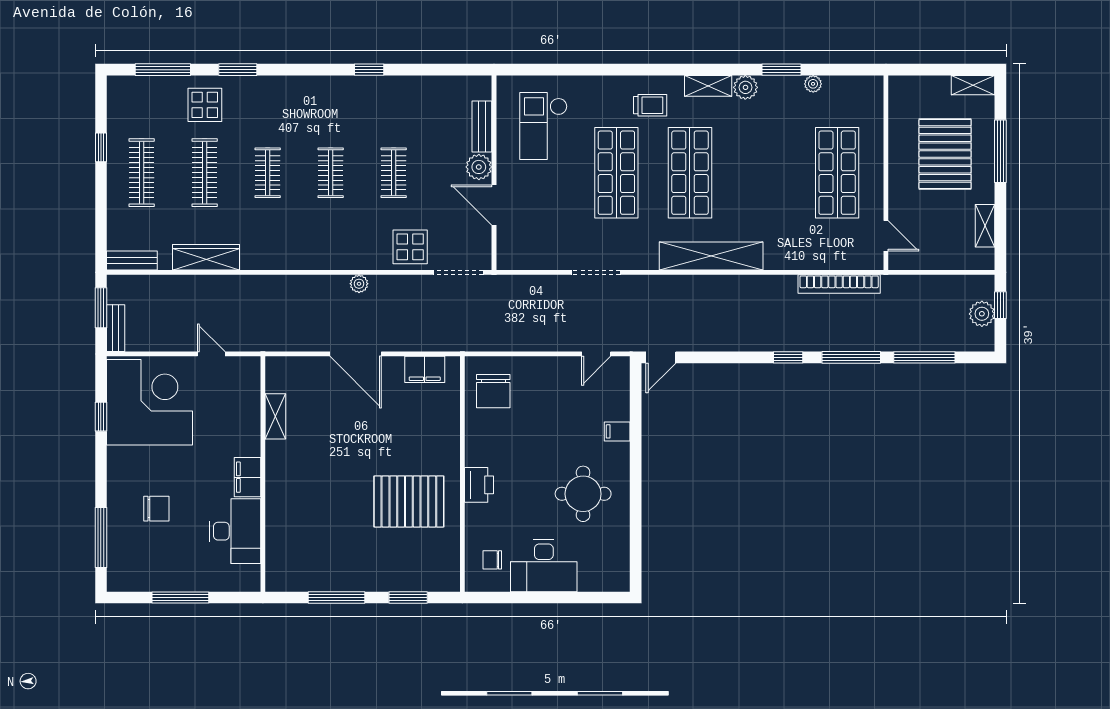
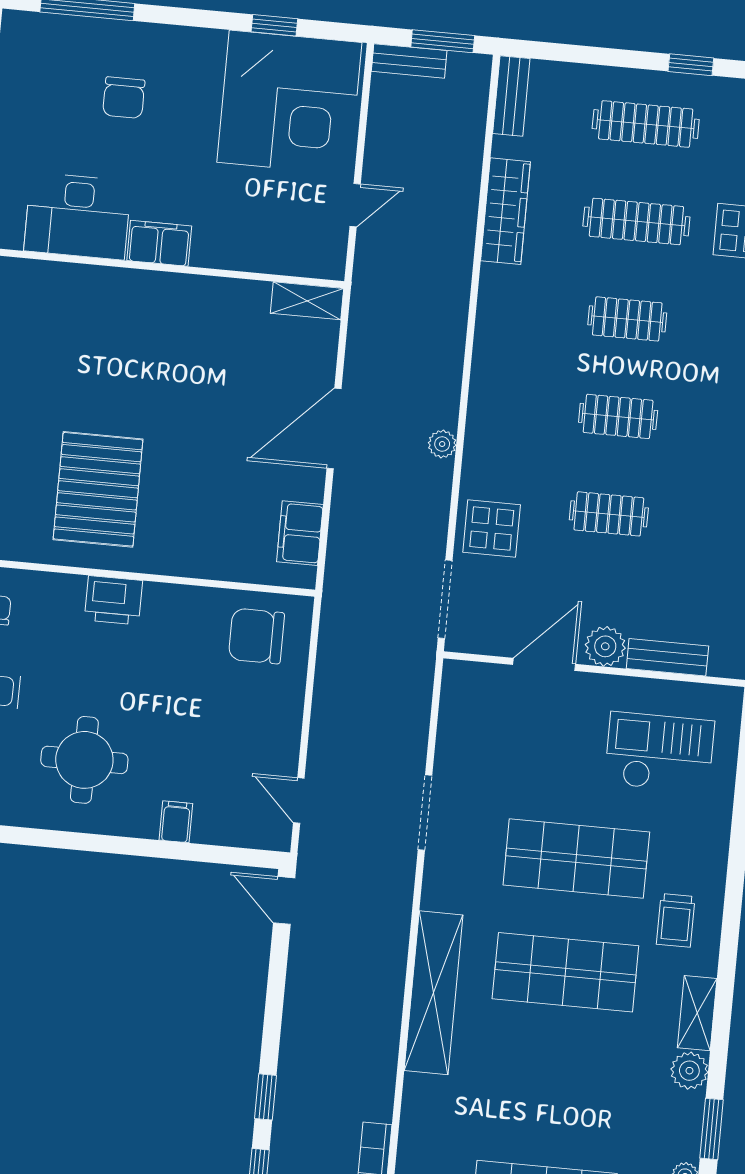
shelving: (275, 416) -> (307, 301), moved

